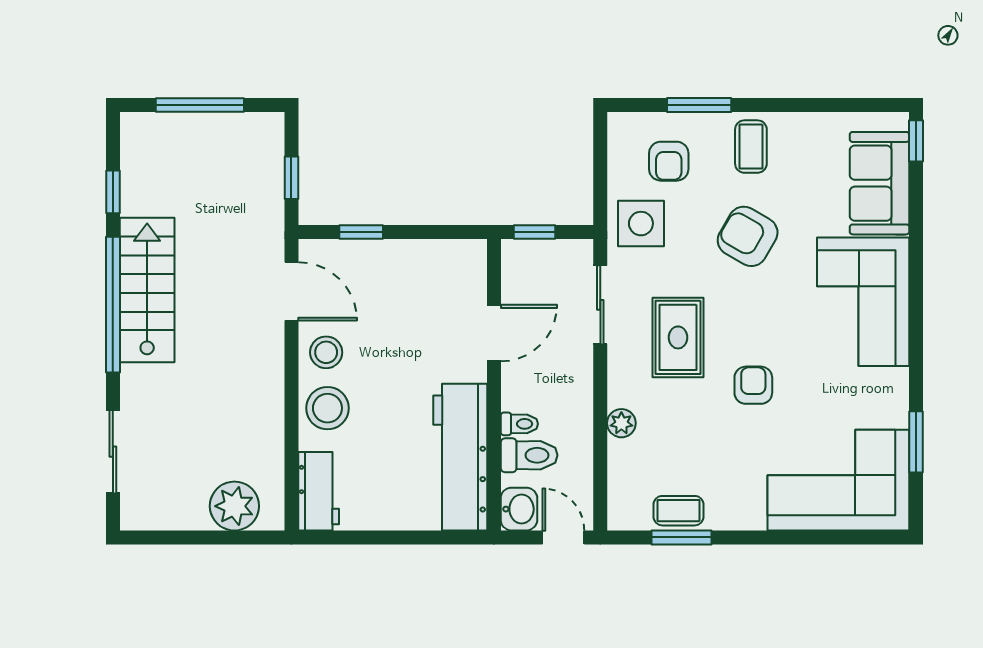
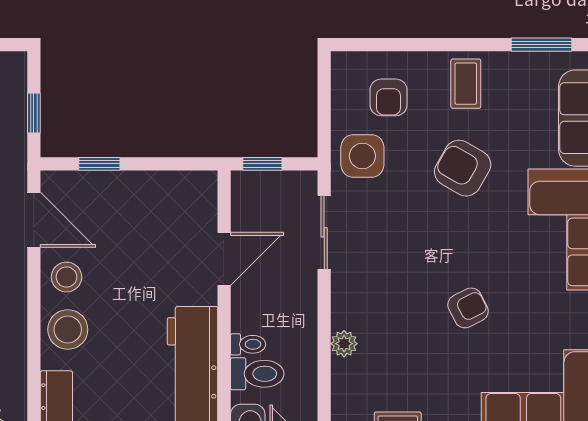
window: (699, 105) -> (542, 45), moved
rug: (678, 337) -> (397, 263), removed
armchair: (753, 385) -> (468, 308), turned 63

